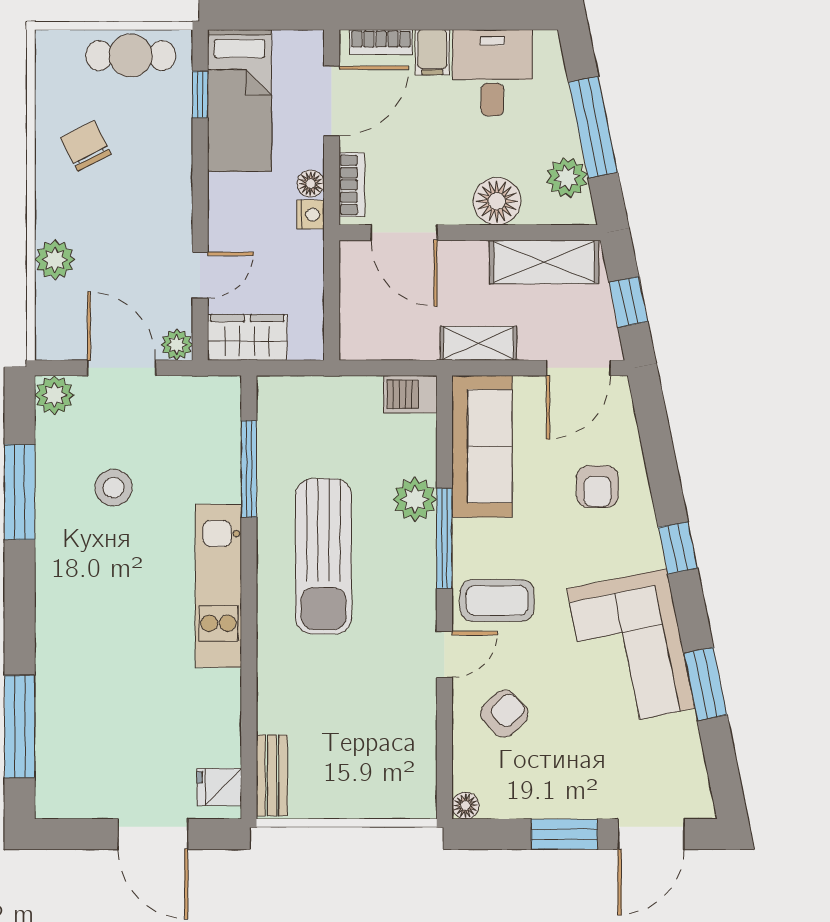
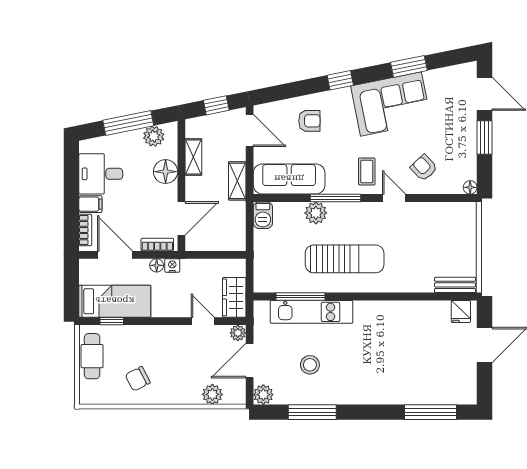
plant: (55, 260) -> (212, 394), moved
shelving: (544, 262) -> (193, 157), width x0.67, depth x0.75
kitchen unit: (218, 586) -> (312, 312), moved
coffee table: (497, 600) -> (367, 171), width x0.73, depth x0.77

